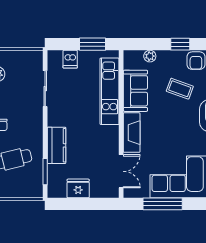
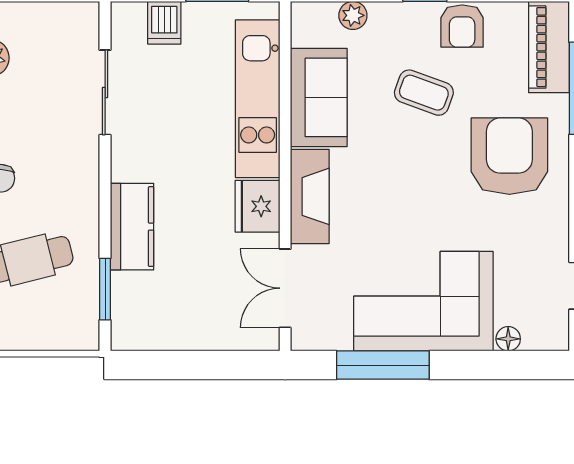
double door: (121, 171) -> (285, 288), swing flipped
fridge: (78, 188) -> (258, 206), moved, turned -90

